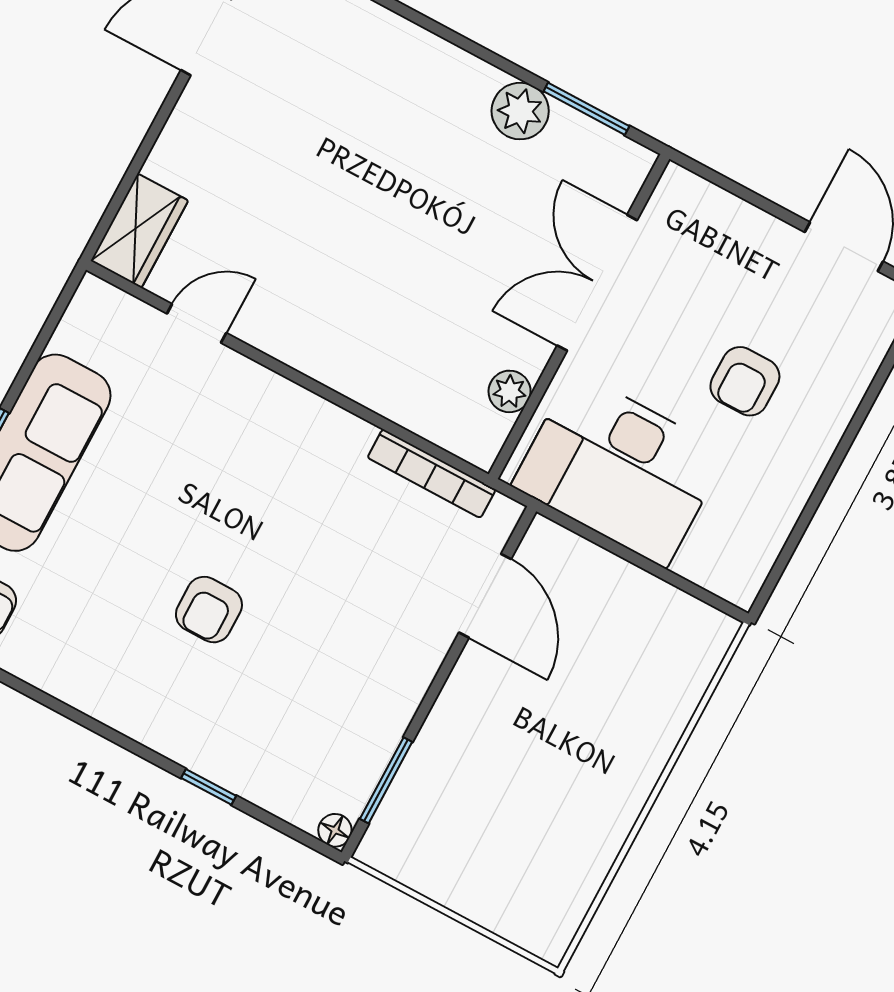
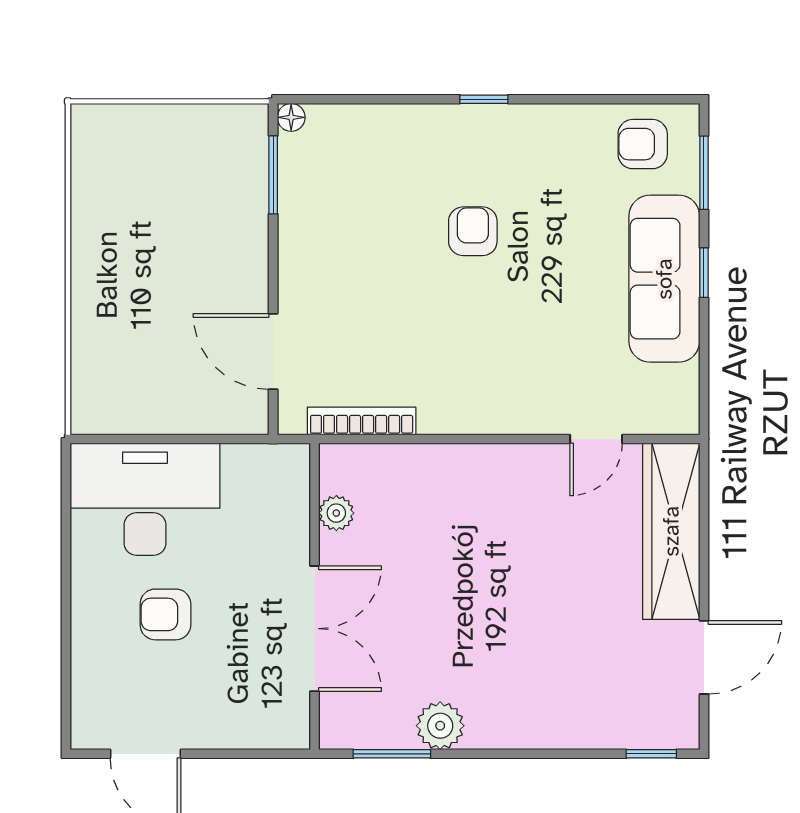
wardrobe: (139, 231) -> (671, 531), width x2.10, depth x1.17
armchair: (745, 381) -> (165, 614), turned -90
desk: (620, 469) -> (145, 499), moved
window: (209, 787) -> (484, 99), moved

